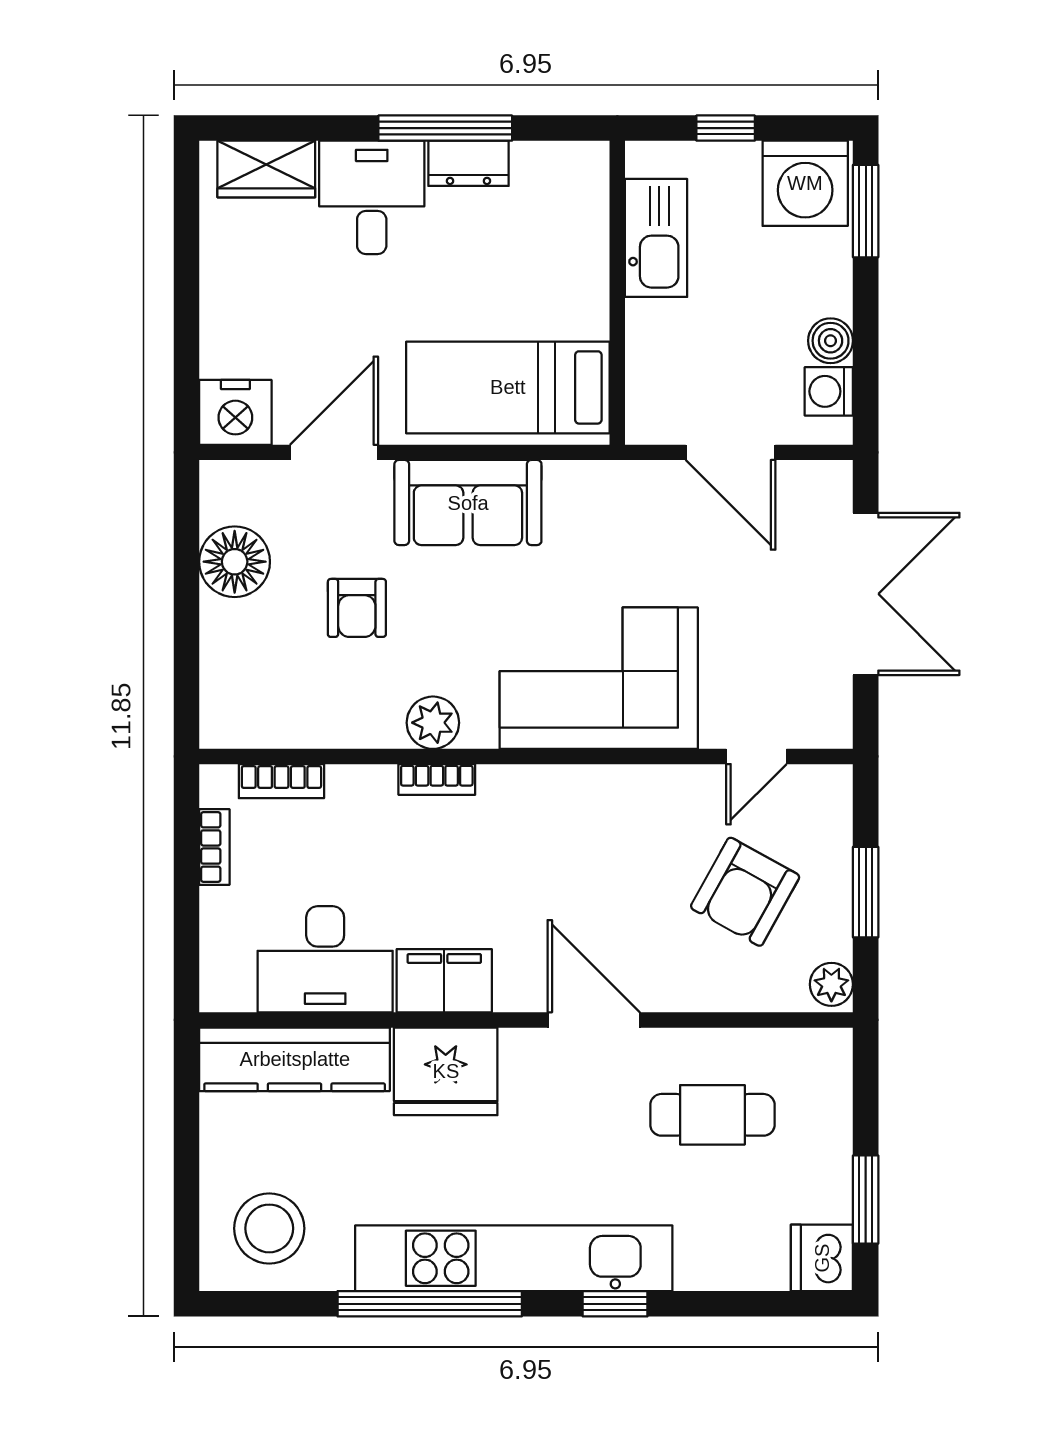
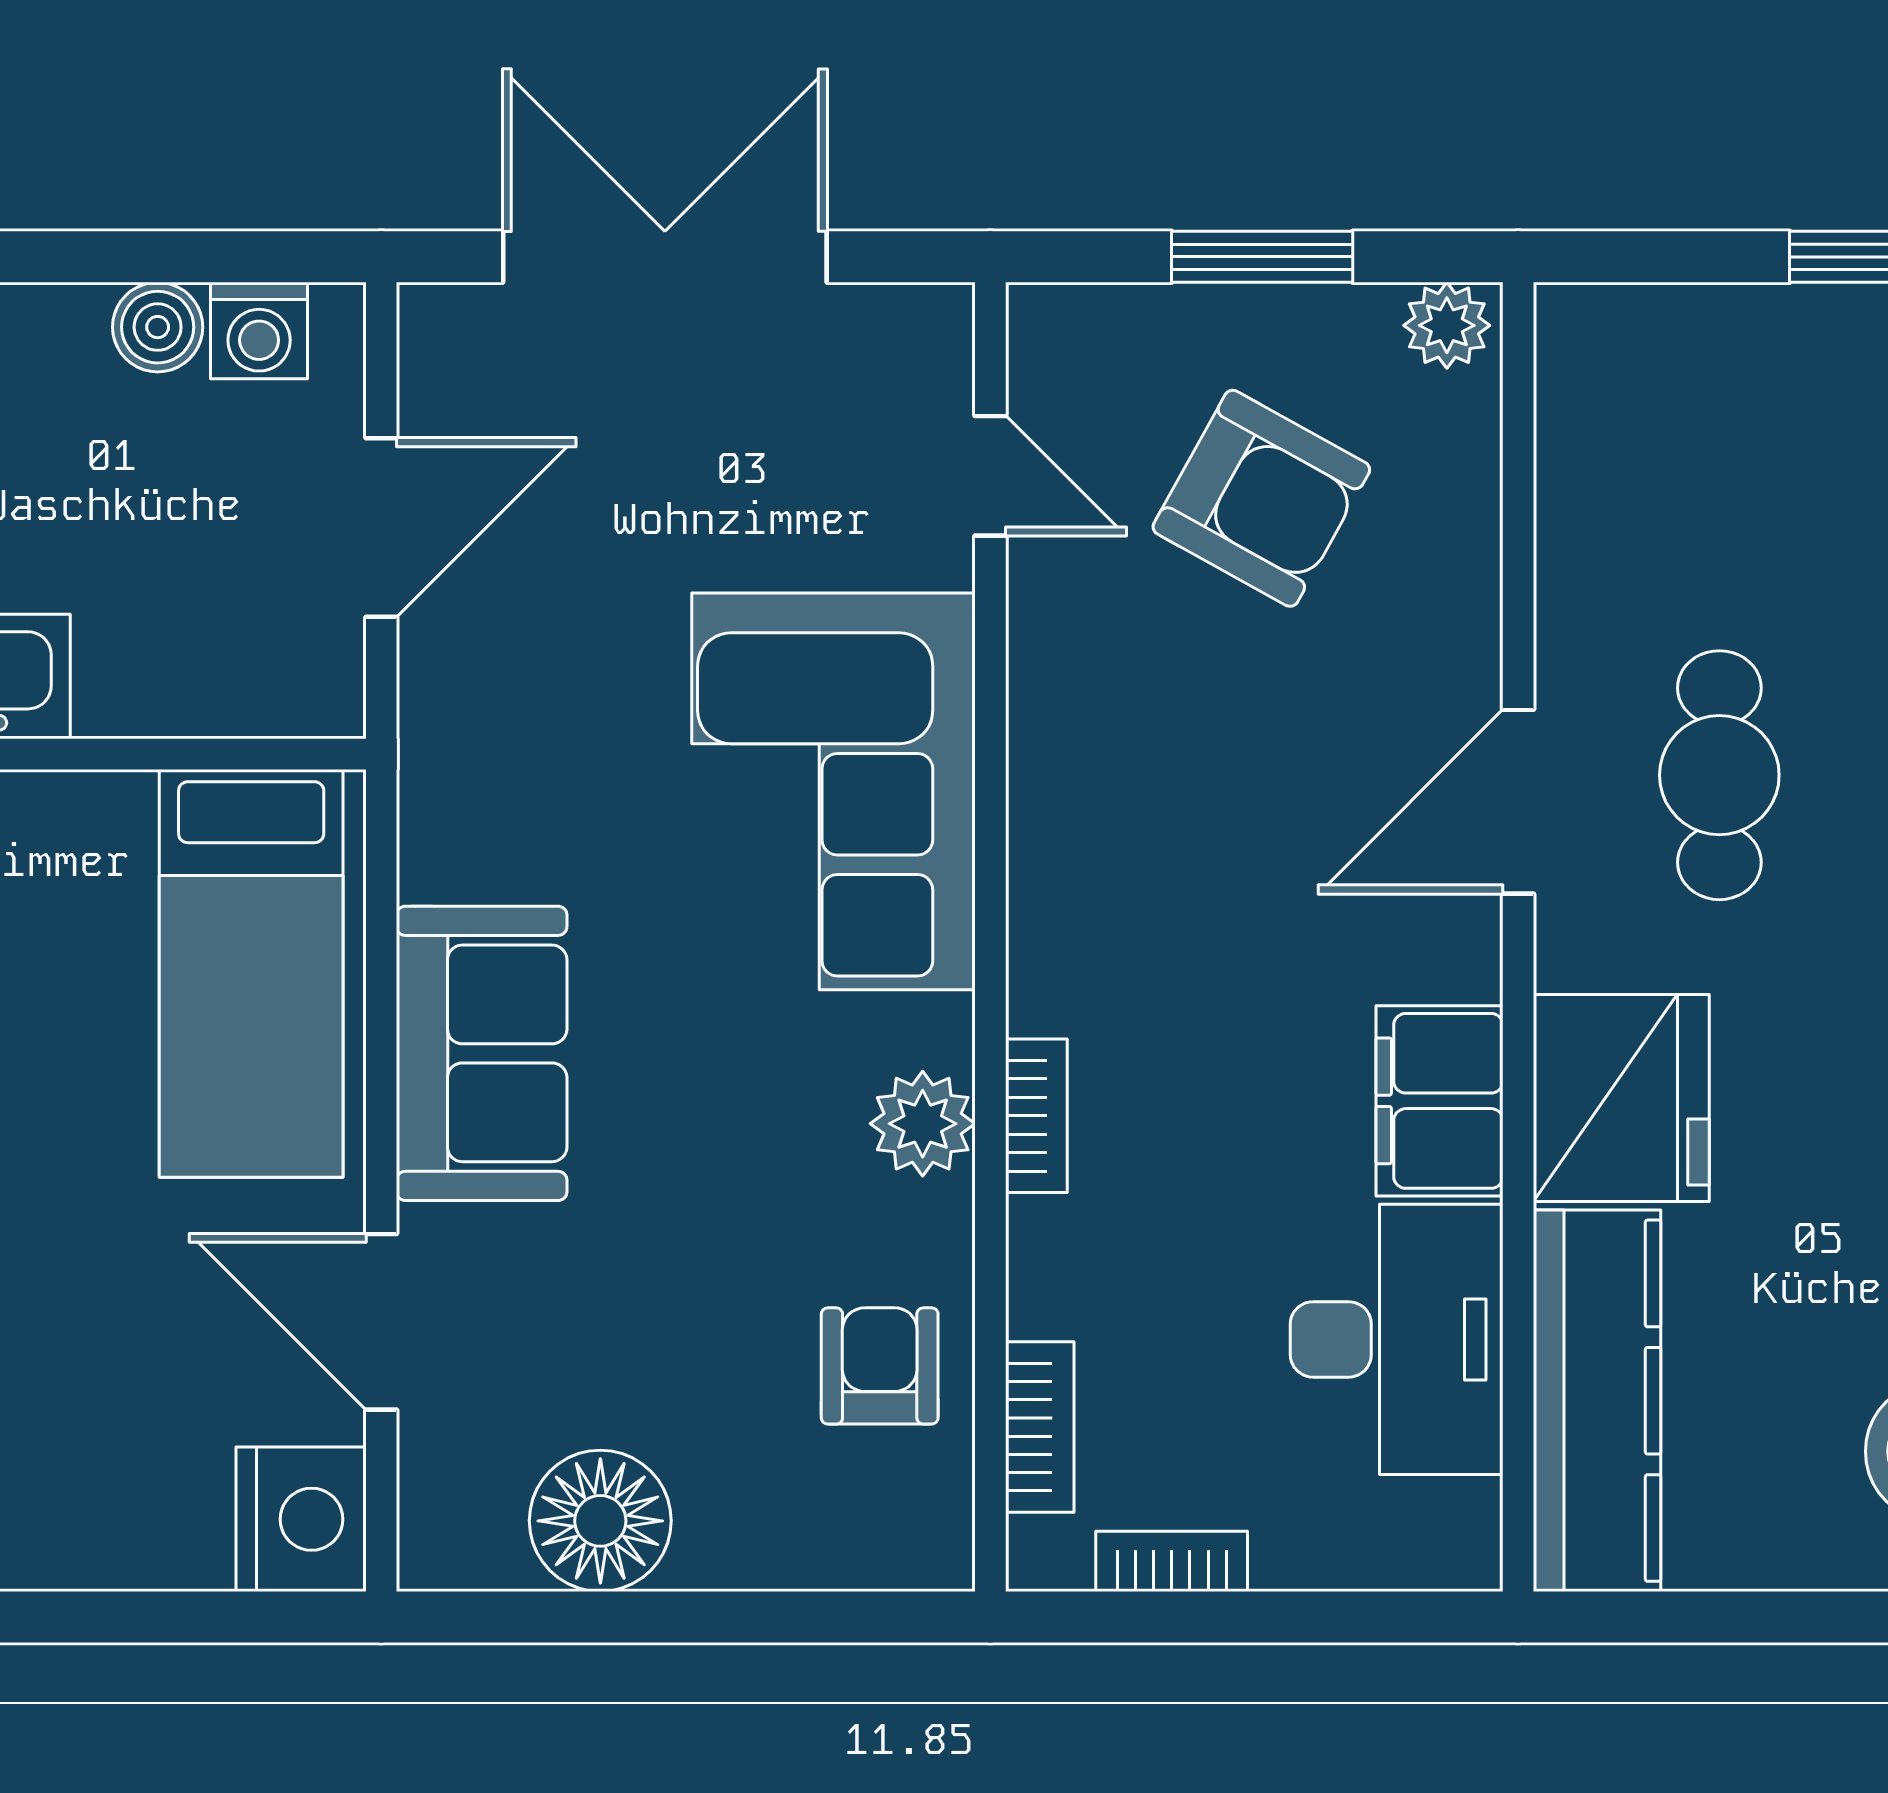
armchair: (357, 608) -> (880, 1366), moved, turned -90
cafe table: (712, 1115) -> (1719, 775), moved

